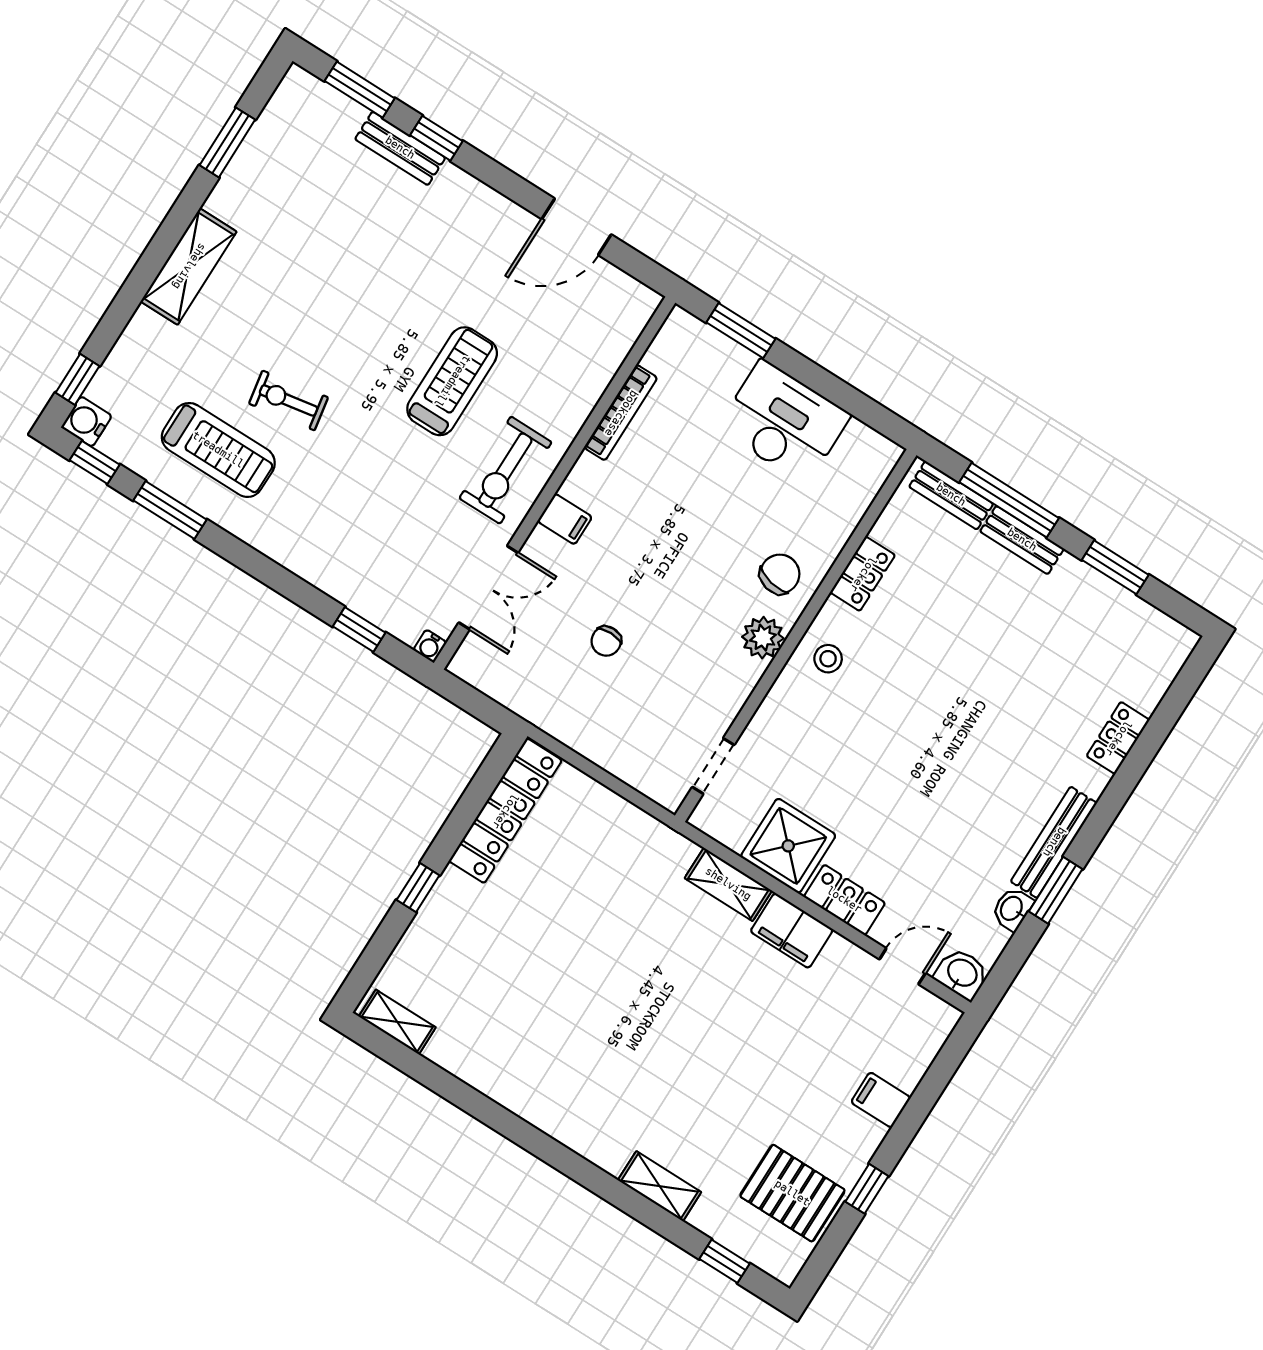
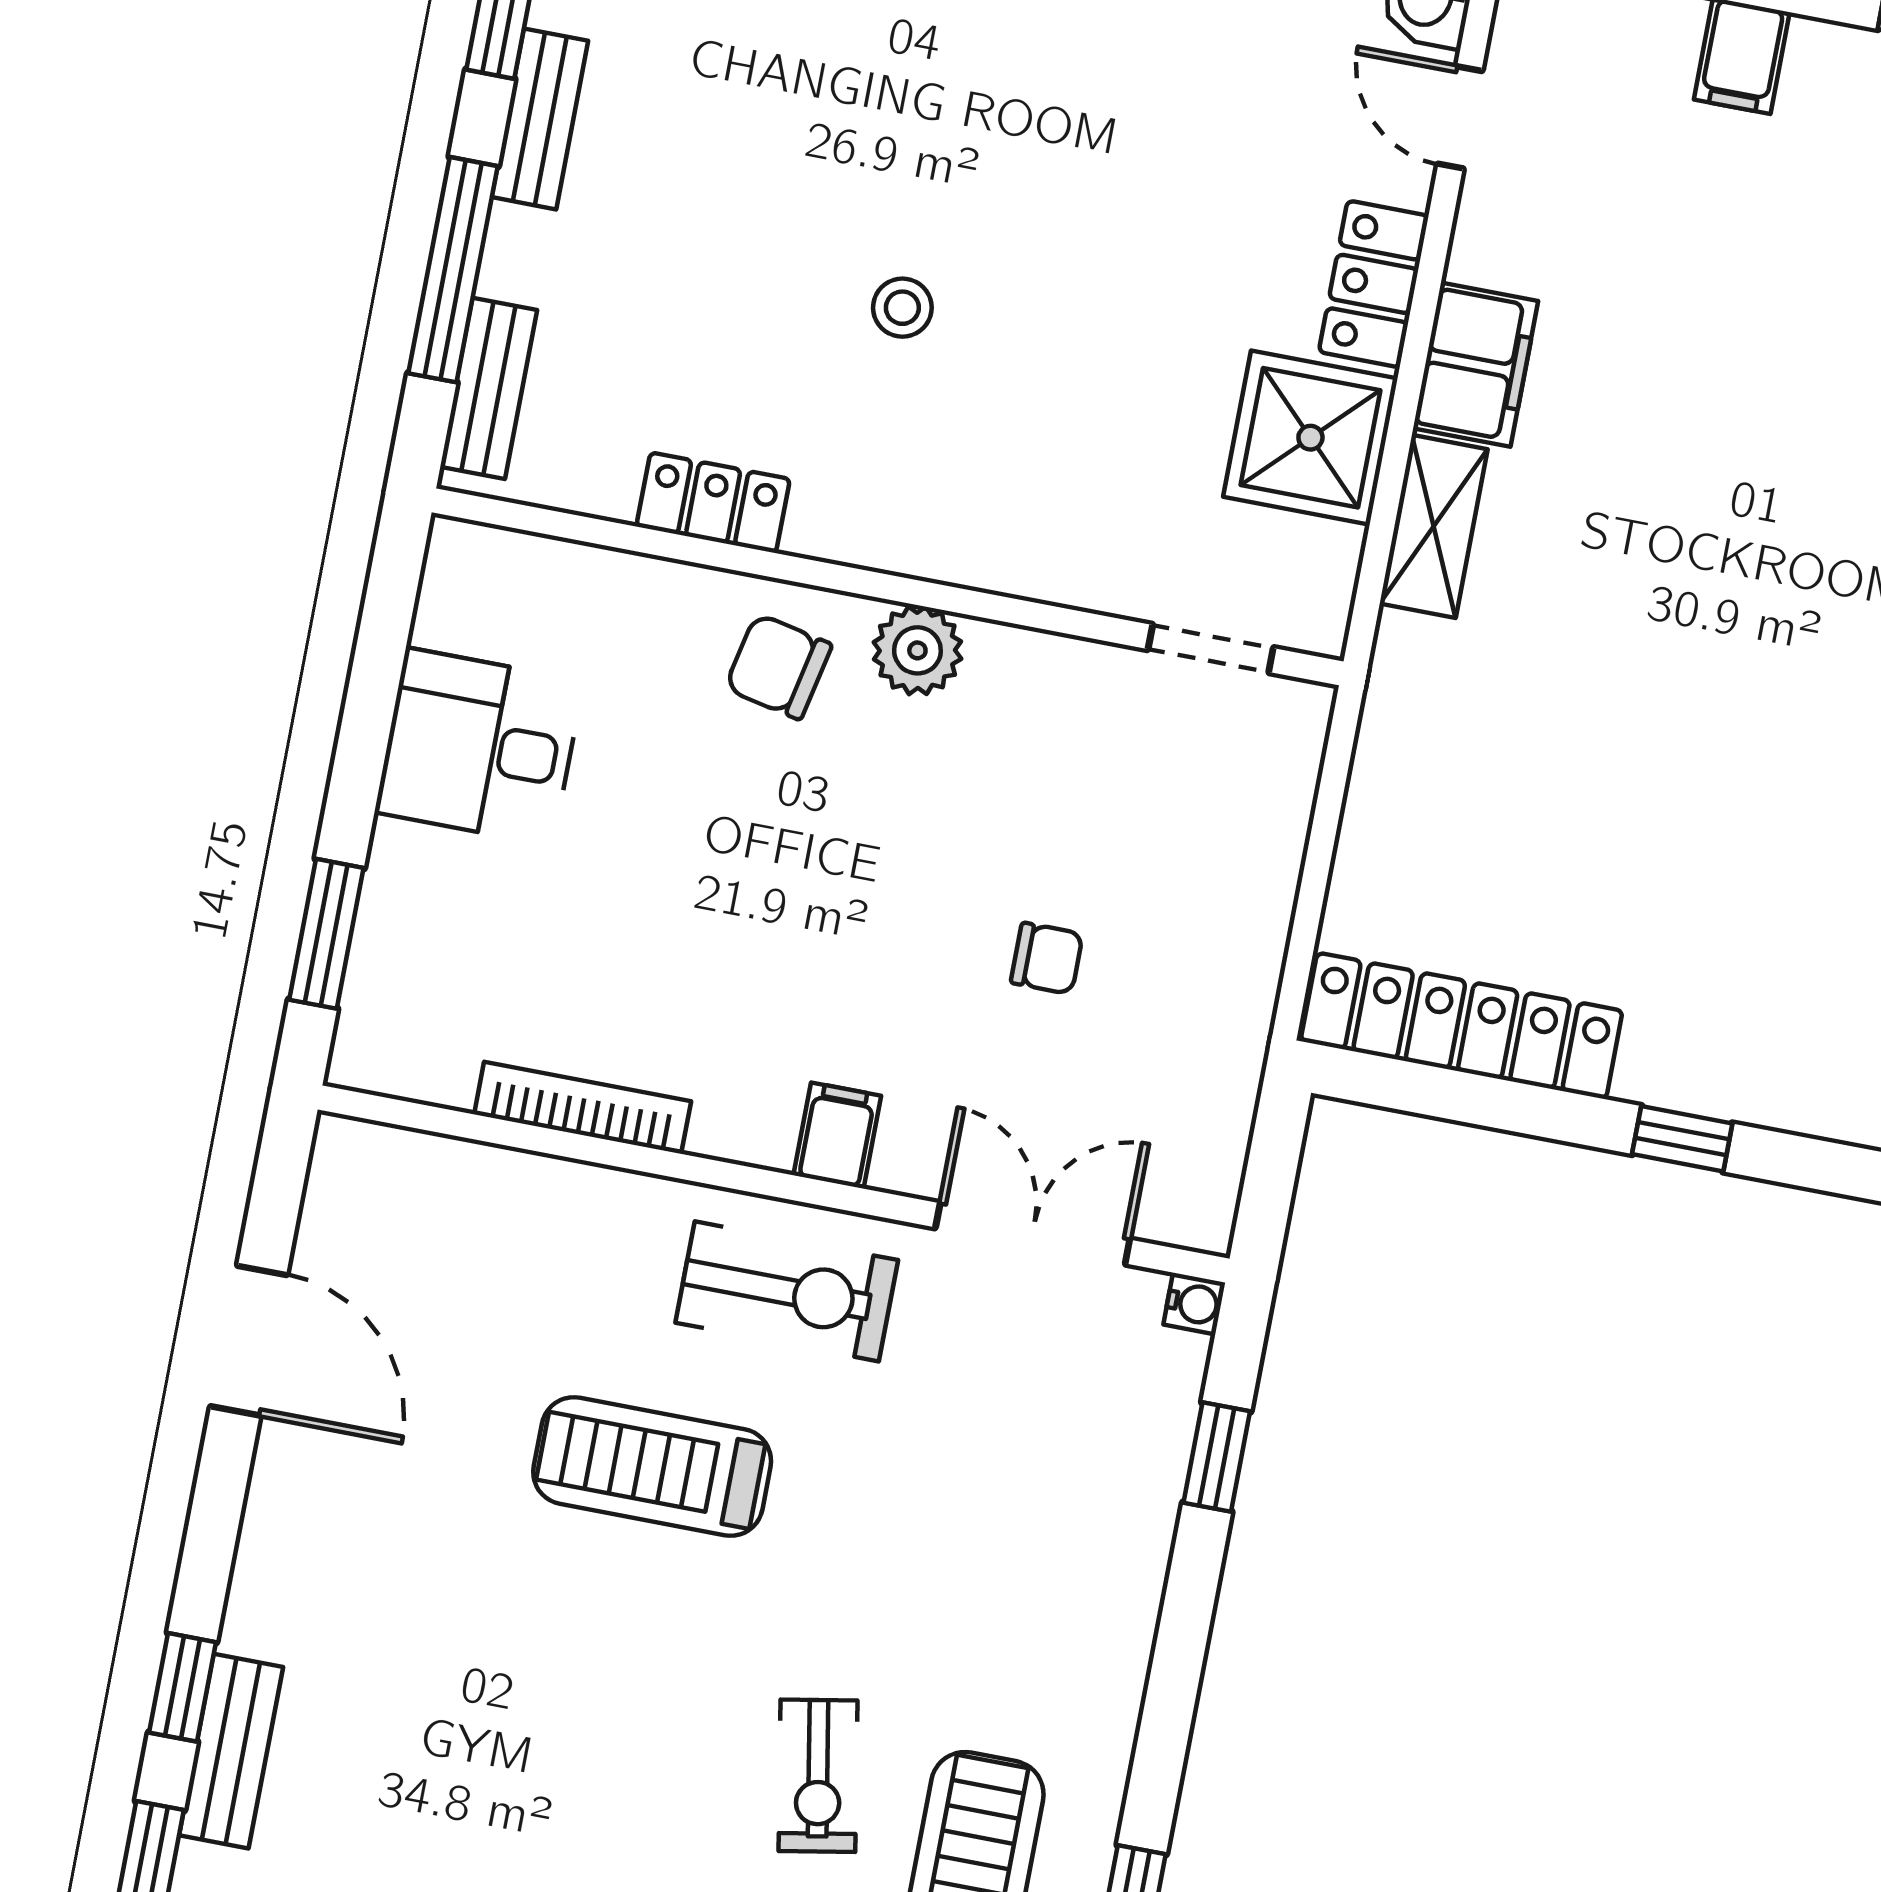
desk: (784, 422) -> (479, 747), width x0.73
bench: (1022, 540) -> (540, 119), moved
stool: (828, 659) -> (902, 308), moved

